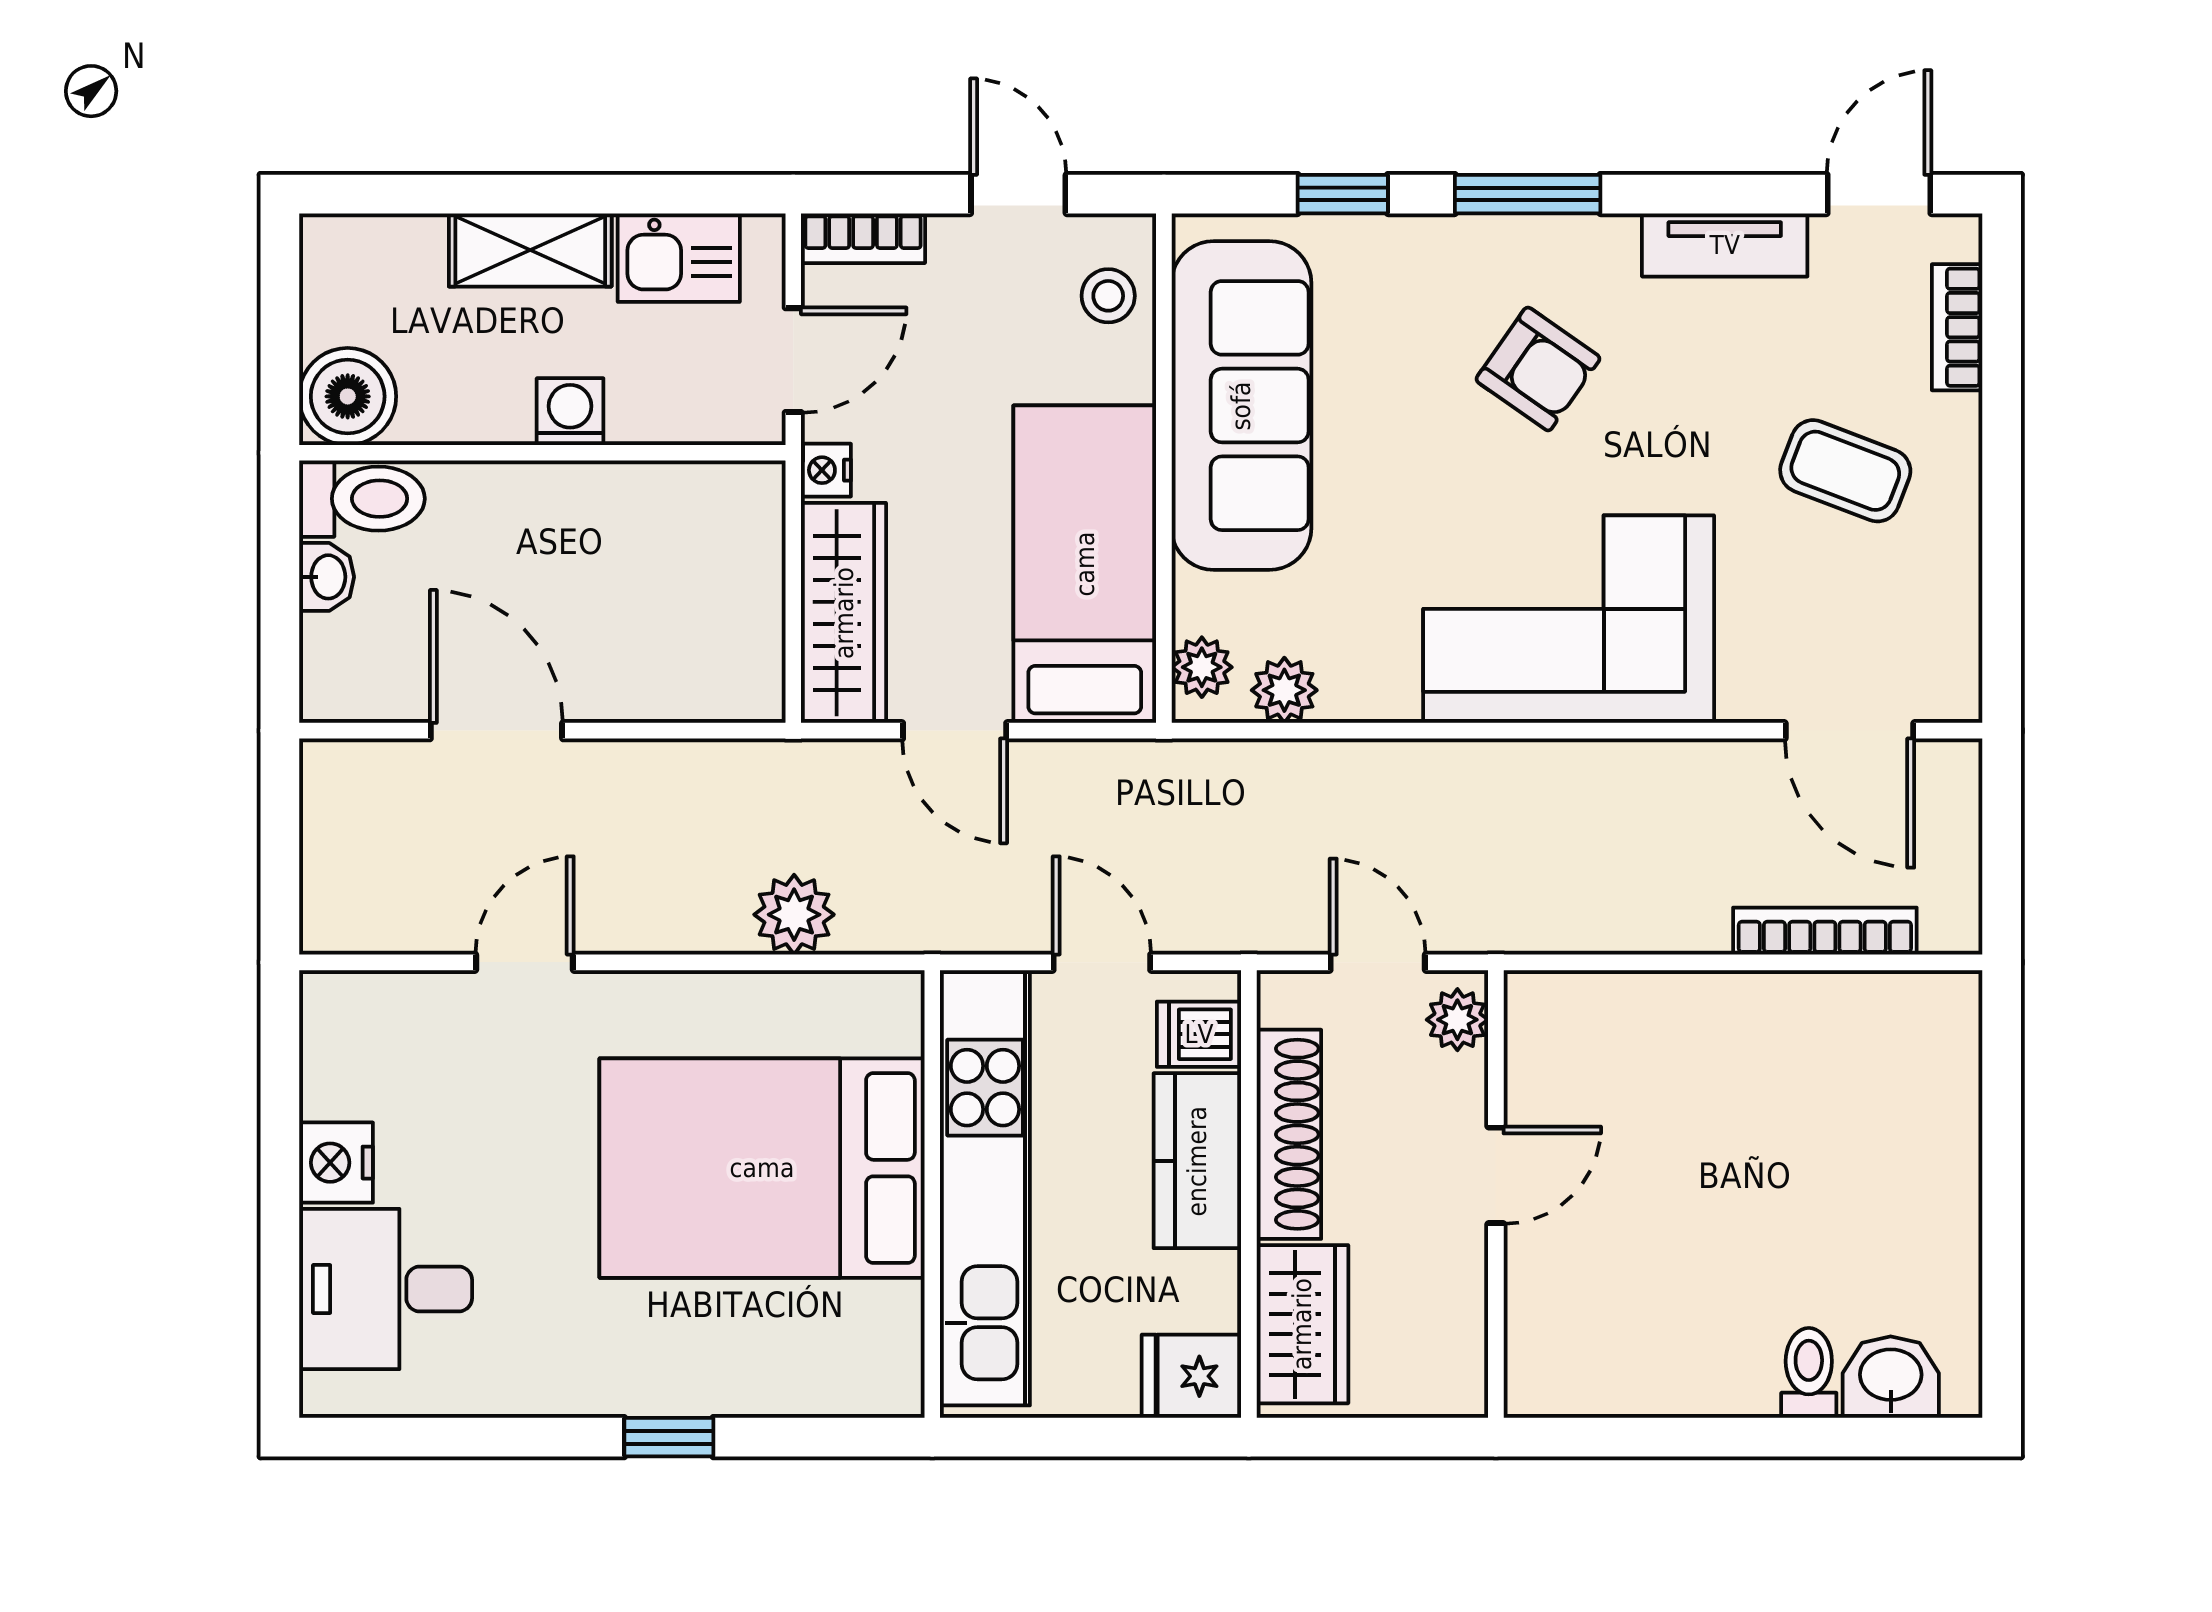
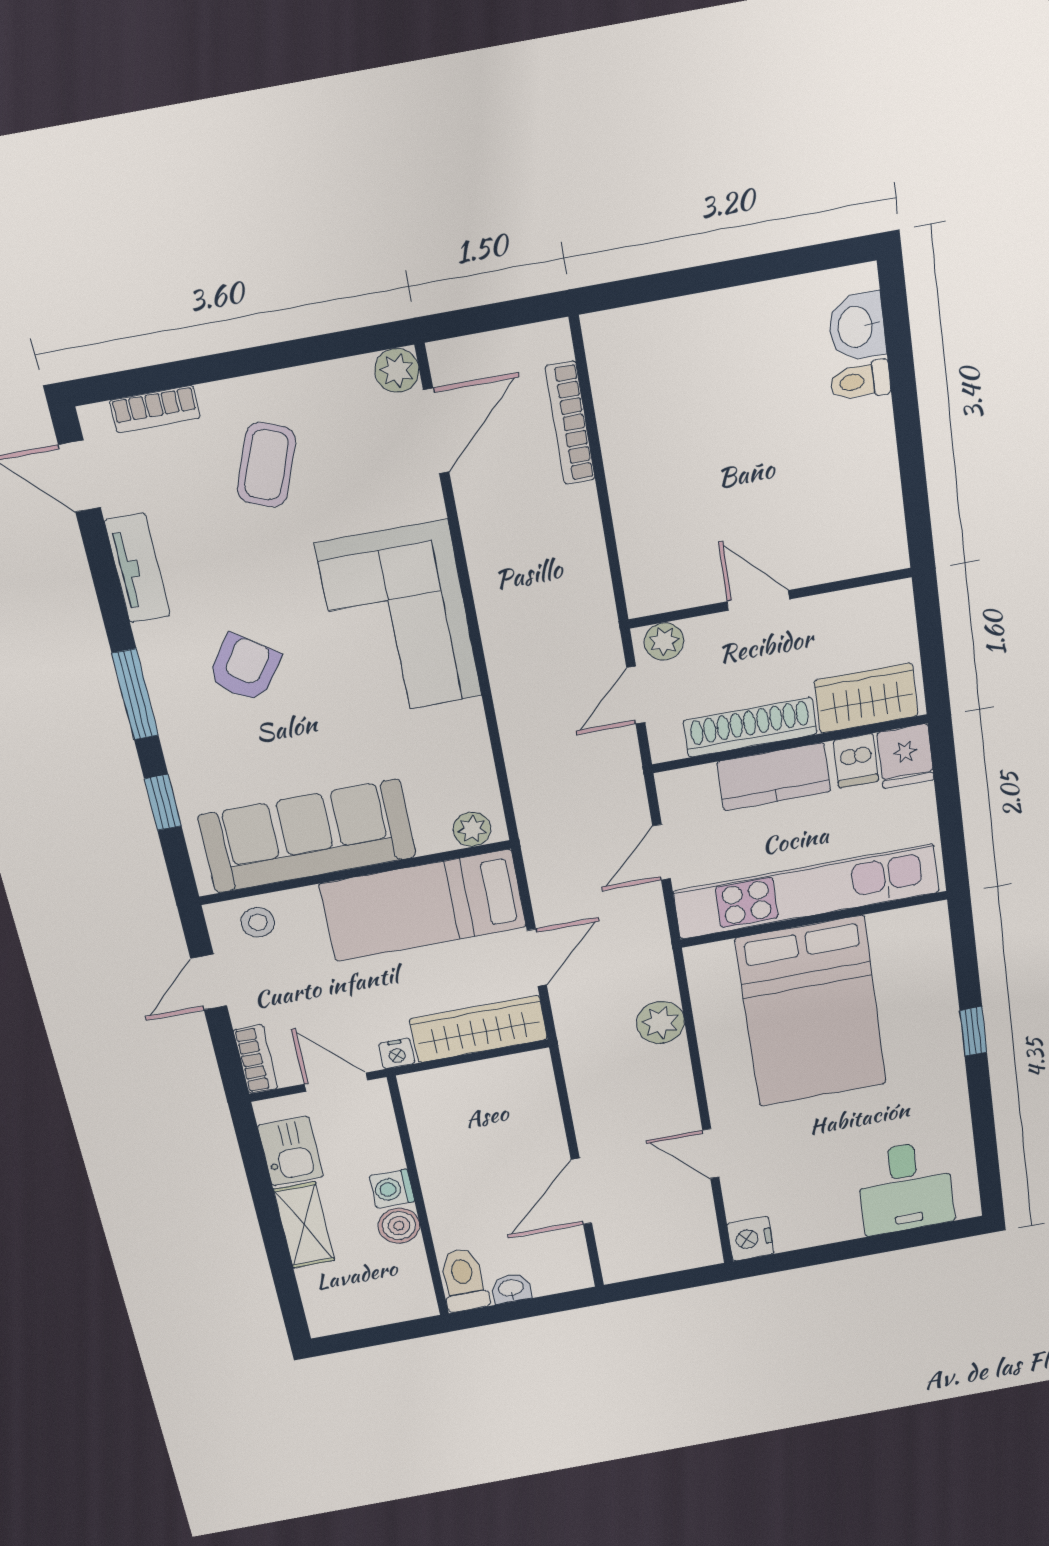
boiler: (348, 396) -> (399, 1226), moved, width x0.73, depth x0.73
plant: (1284, 690) -> (397, 370), moved
dishwasher: (1199, 1034) -> (856, 761), moved
nightstand: (336, 1163) -> (750, 1239), moved, turned 90

